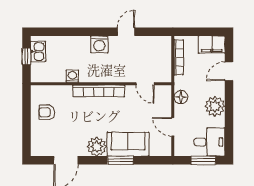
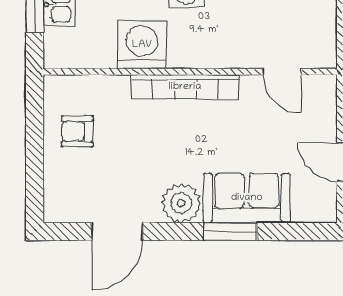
washing machine: (72, 76) -> (142, 45), width x1.89, depth x1.89

